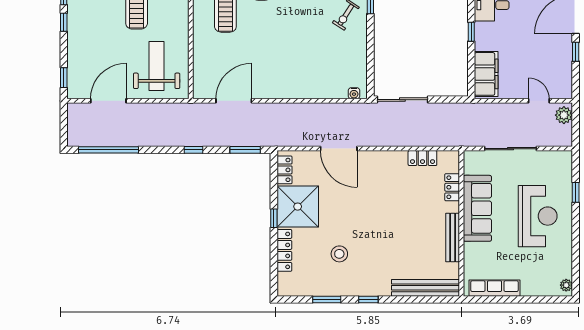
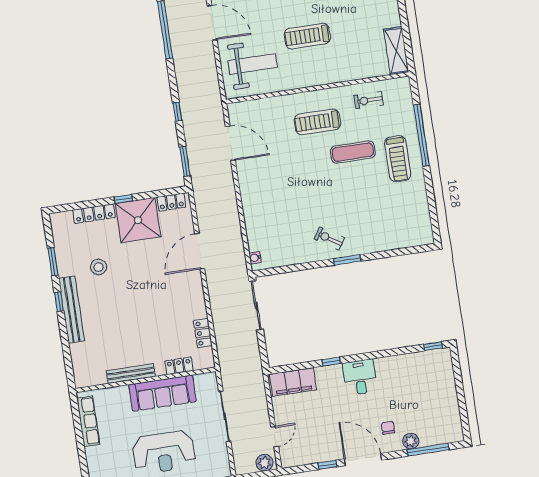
bench: (426, 288) -> (72, 310), moved

